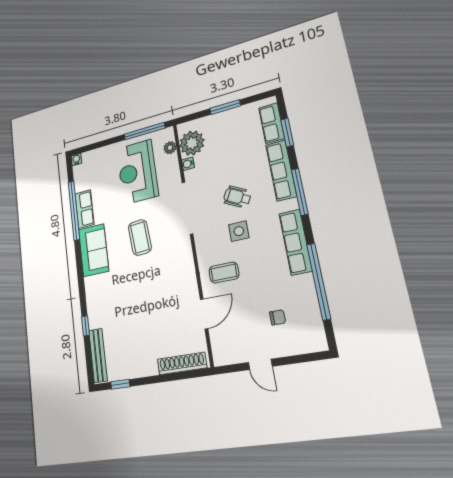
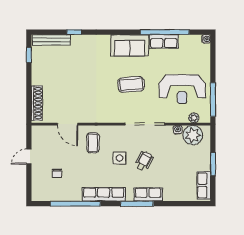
row of seats: (272, 123) -> (204, 185), moved, turned -90
window: (287, 132) -> (181, 204), removed
row of seats: (281, 170) -> (148, 194), width x0.68
reception desk: (137, 172) -> (182, 89), turned 180

